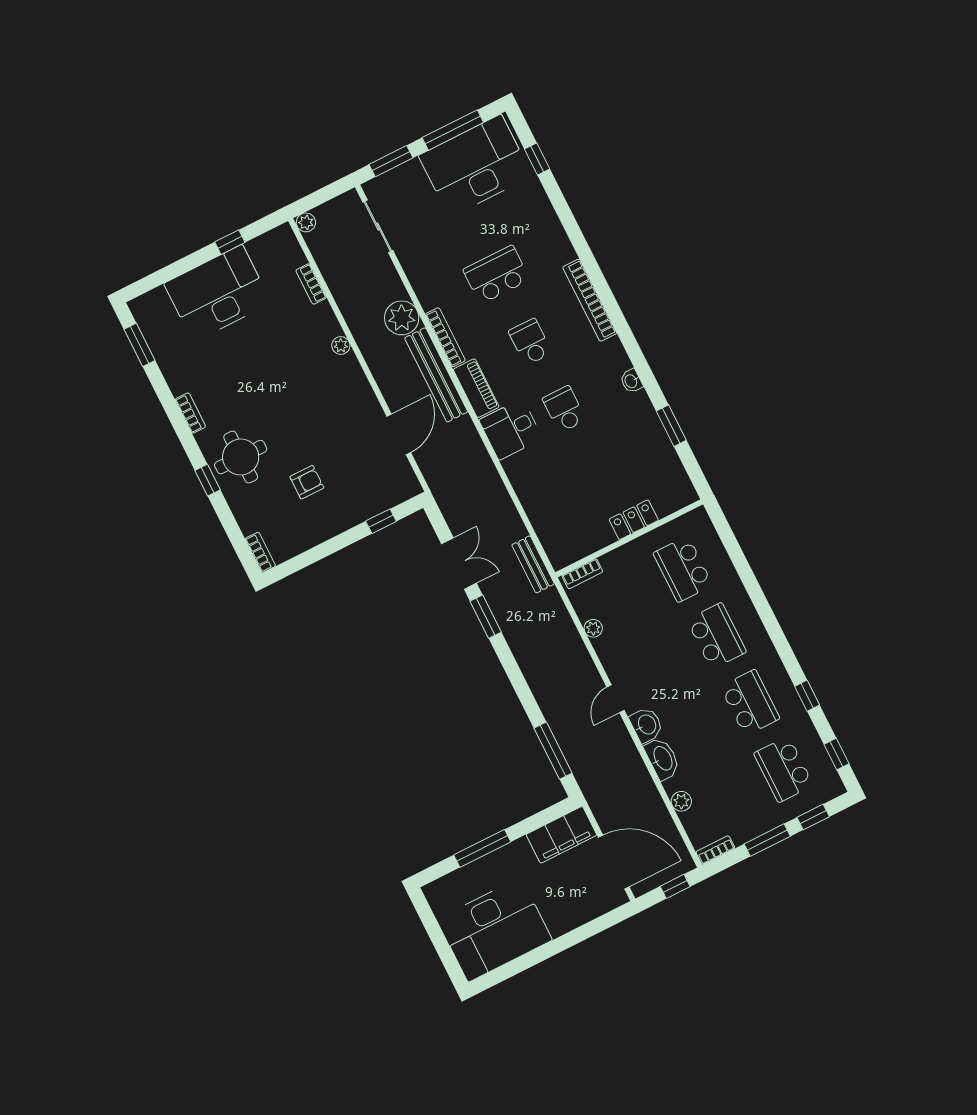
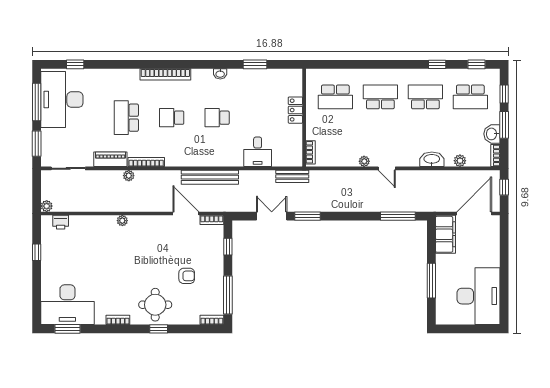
printer: (292, 255) -> (61, 222), added
bookcase: (311, 284) -> (212, 220), moved
desk: (218, 293) -> (67, 305), moved, turned -90
plant: (402, 318) -> (129, 176), width x0.53, depth x0.53
bench: (436, 375) -> (210, 177), moved
piano: (476, 388) -> (110, 159), moved
desk: (511, 429) -> (258, 152), moved
armchair: (307, 482) -> (187, 276), turned 90
window: (309, 557) -> (228, 295), added
plant: (593, 628) -> (364, 161), moved
washbasin: (646, 725) -> (492, 134), moved, turned -90

